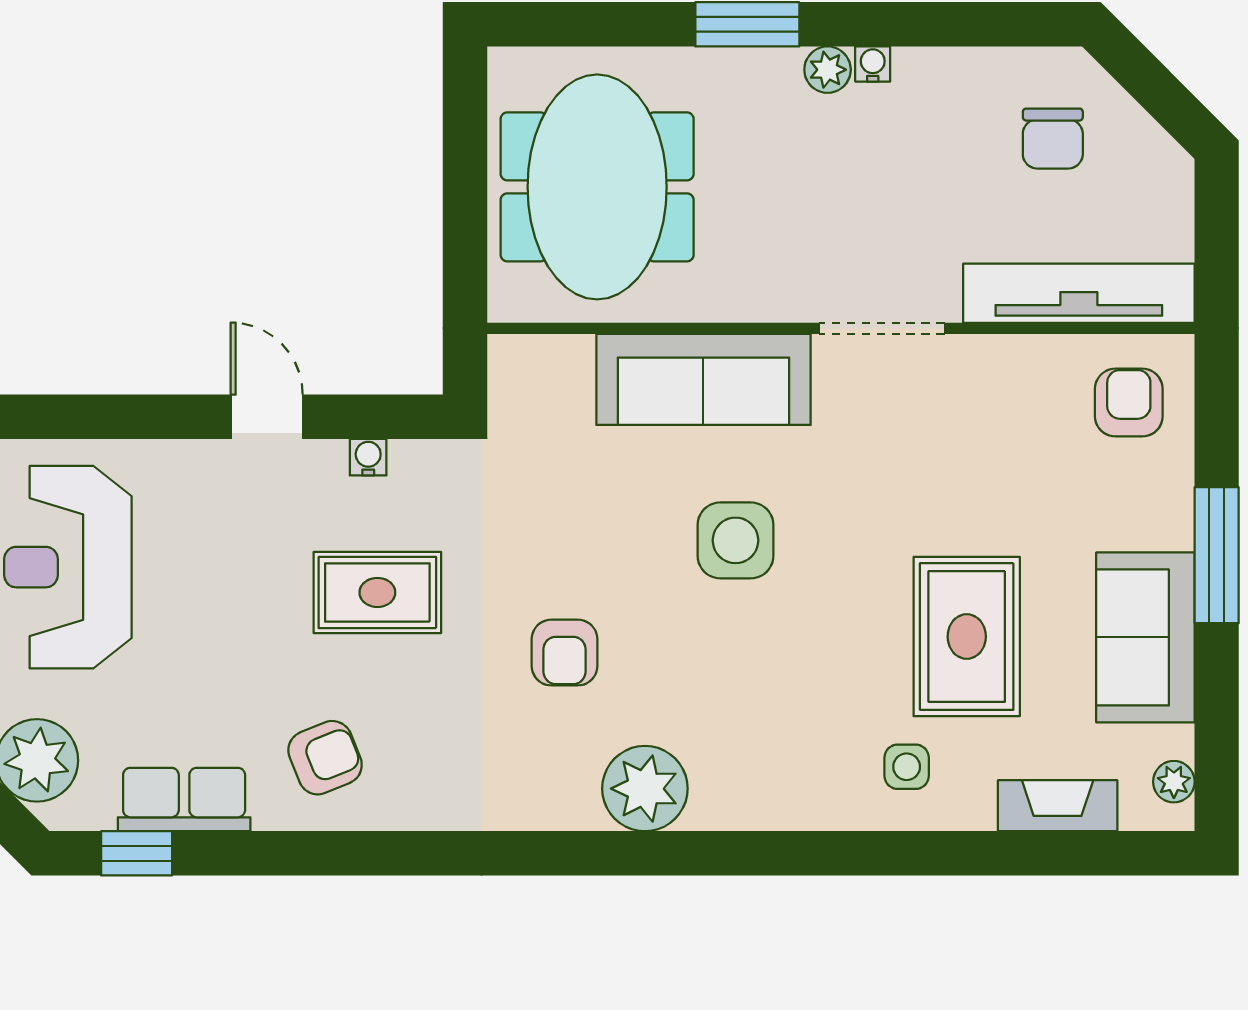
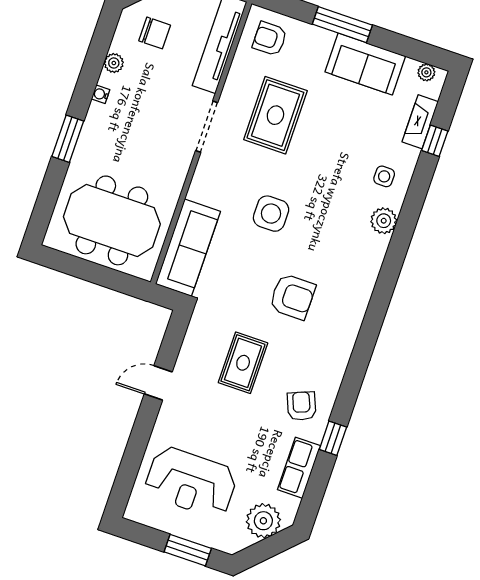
plant: (828, 70) -> (114, 63), moved
sofa: (703, 379) -> (188, 248), moved
water cooler: (368, 457) -> (188, 348), removed
rug: (967, 637) -> (275, 115), moved, turned 90
armchair: (565, 653) -> (292, 297), width x1.38, depth x1.38
plant: (645, 789) -> (384, 221), moved, width x0.73, depth x0.73
window: (137, 853) -> (333, 438), moved
window: (1026, 853) -> (435, 141), added

